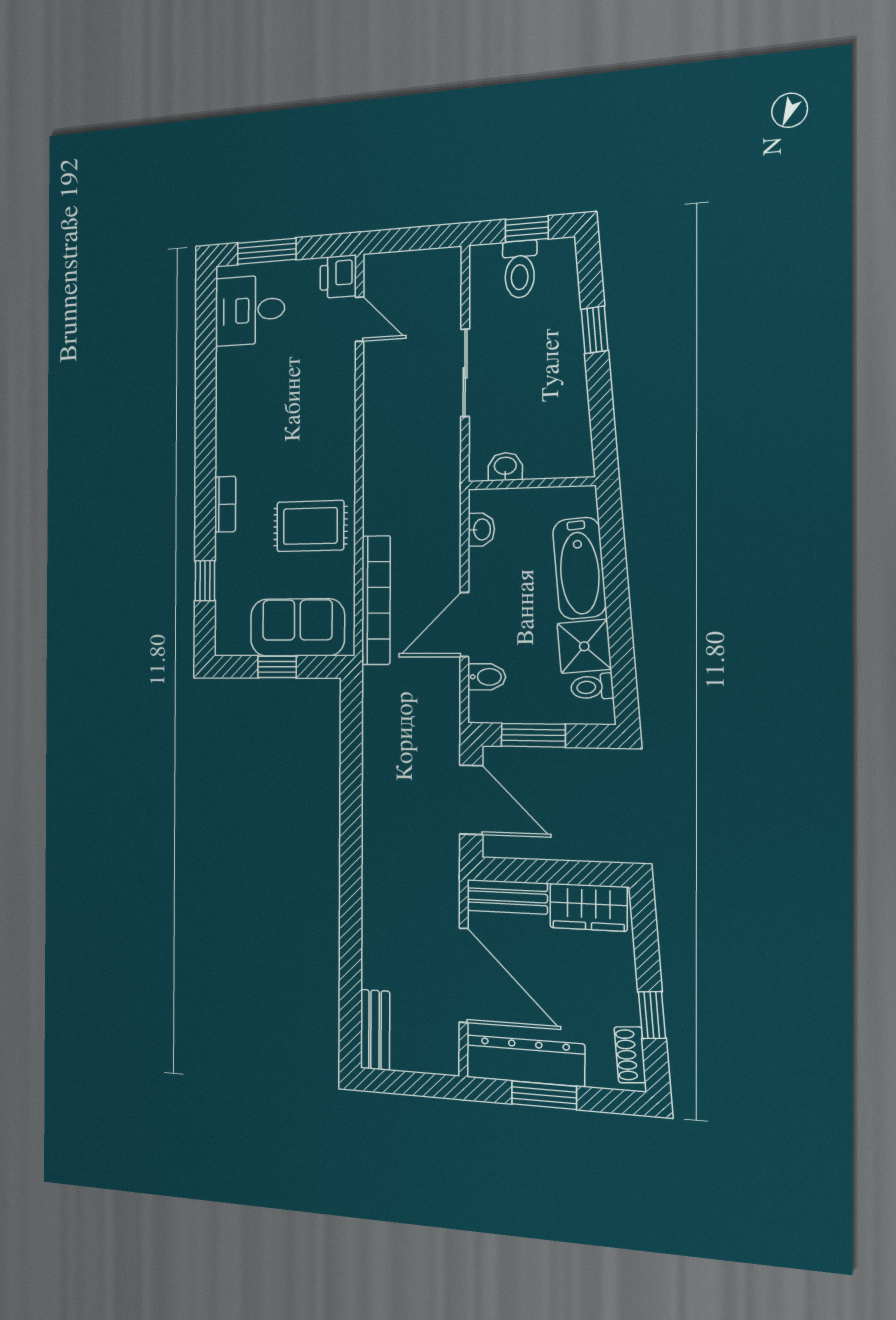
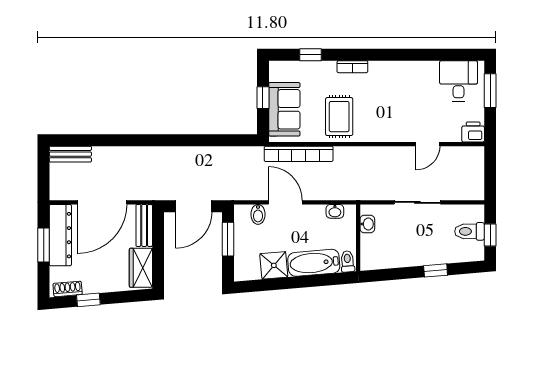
door: (360, 319) -> (428, 144), moved
toilet: (592, 687) -> (348, 261), moved

